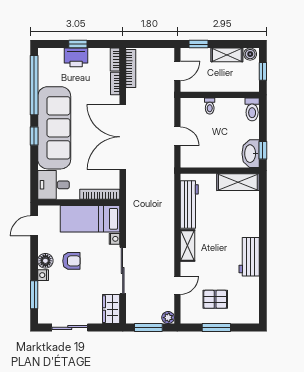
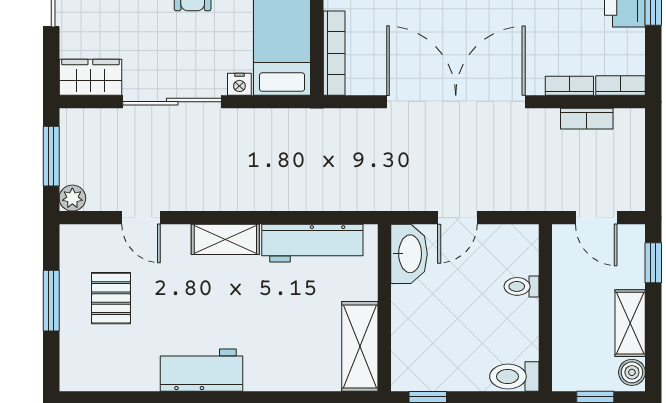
bookcase: (131, 68) -> (587, 119), width x0.64
washbasin: (251, 154) -> (409, 254), moved, turned 90

